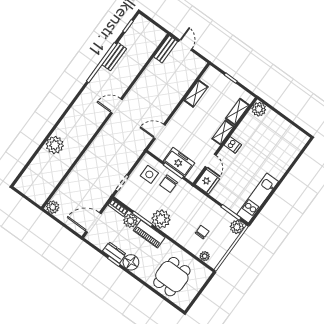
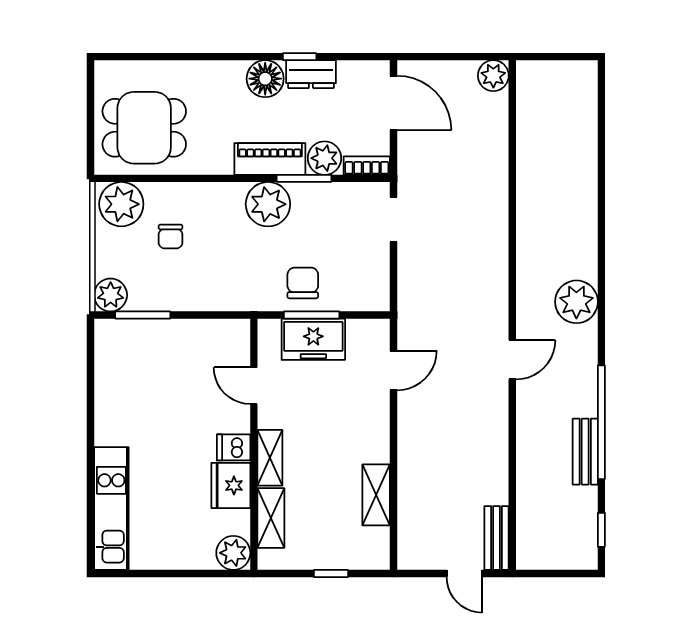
plant: (55, 145) -> (576, 302), moved
side table: (149, 174) -> (353, 274), removed
fridge: (207, 182) -> (231, 485), moved
kitchen unit: (258, 198) -> (111, 509), moved
door: (93, 222) -> (393, 103), hinge flipped
plant: (205, 256) -> (121, 204), width x1.88, depth x1.88
dining table: (172, 277) -> (144, 128), moved, turned 90

